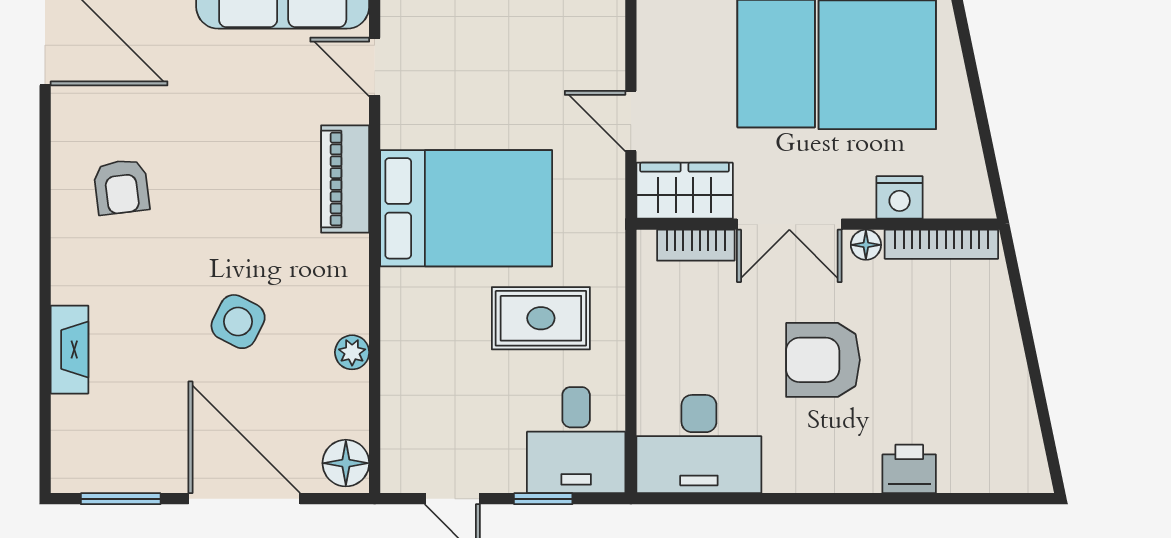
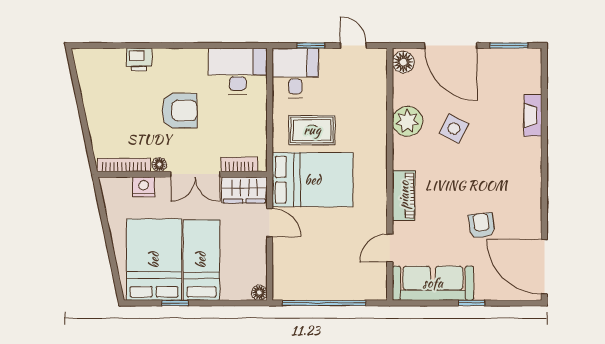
door: (375, 67) -> (390, 248), swing flipped
armchair: (121, 187) -> (481, 226), moved
bed: (466, 208) -> (313, 180), moved, turned 180
double door: (789, 224) -> (195, 174), swing flipped
plant: (352, 352) -> (407, 121), width x1.88, depth x1.88

